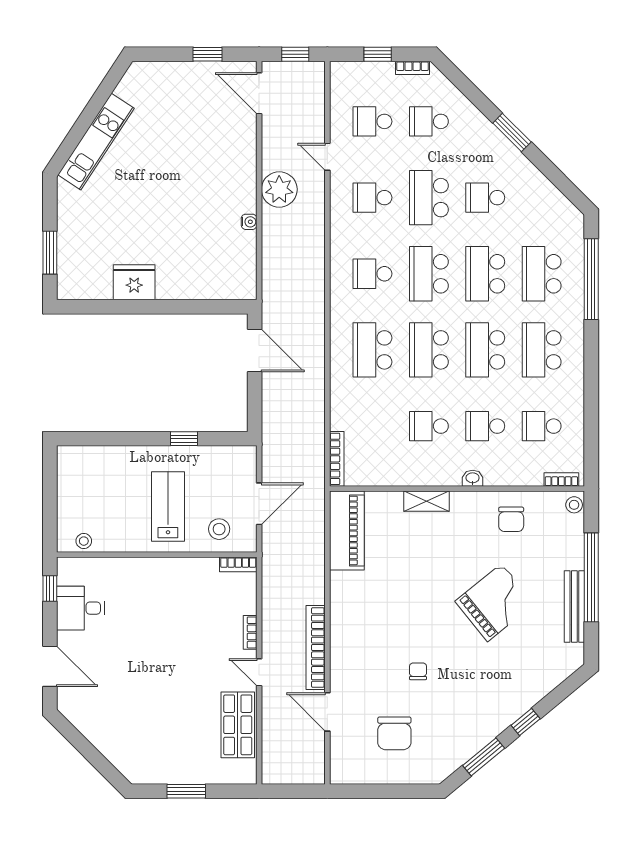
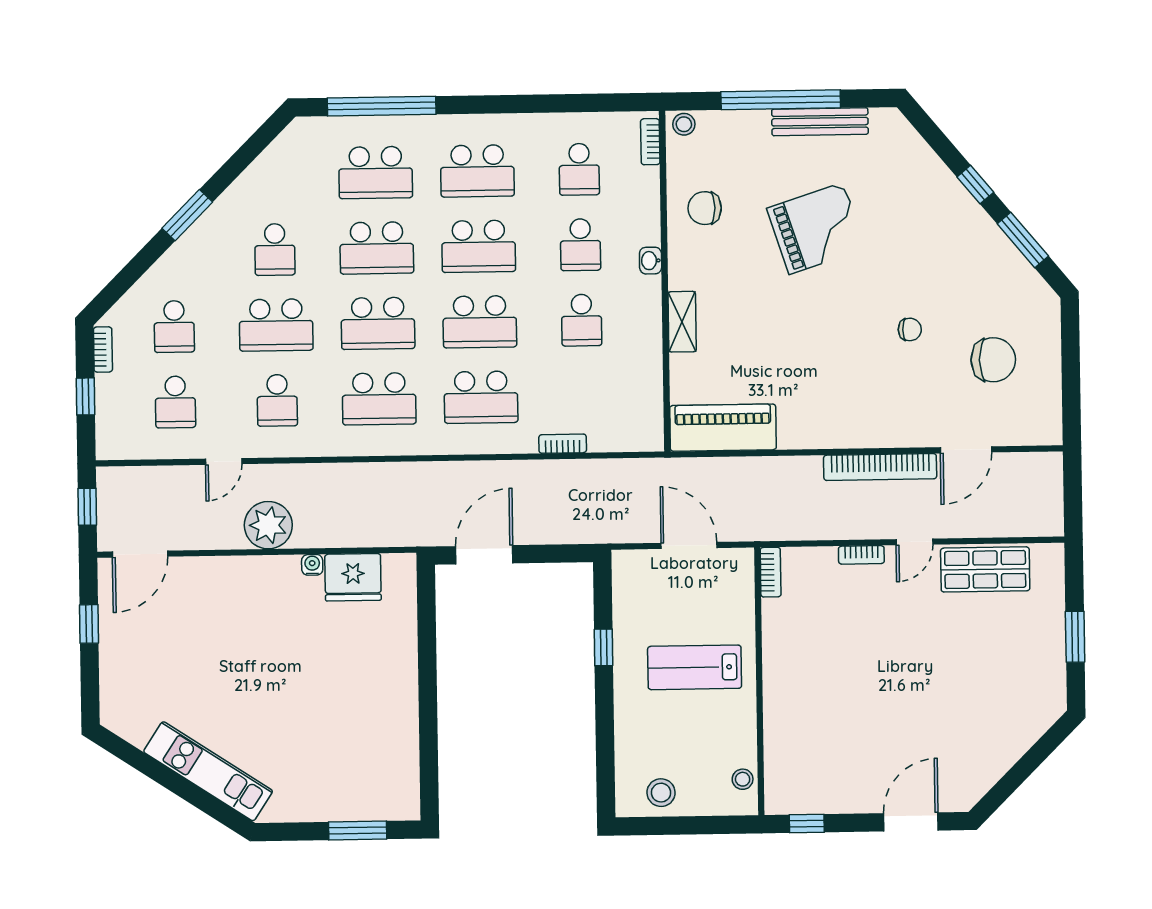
school desk: (372, 274) -> (379, 399), width x1.85
fridge: (134, 282) -> (353, 577), moved, turned -90
bookcase: (337, 459) -> (563, 444), moved, width x0.64
chair: (511, 519) -> (705, 208), turned 180
stool: (219, 529) -> (661, 793), moved
grand piano: (495, 602) -> (816, 228), turned 111
desk: (80, 608) -> (832, 782), removed
chair: (418, 671) -> (910, 329), turned 180

